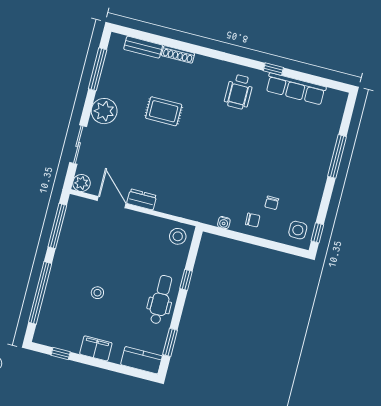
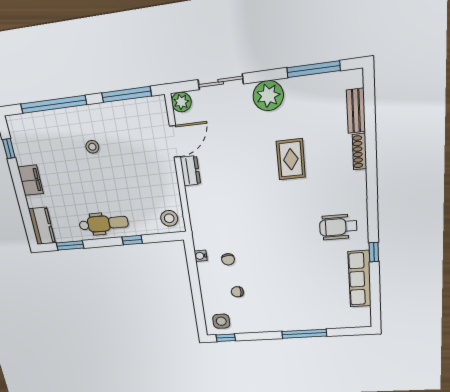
chair: (253, 220) -> (228, 259), moved
stool: (97, 293) -> (92, 147), moved

